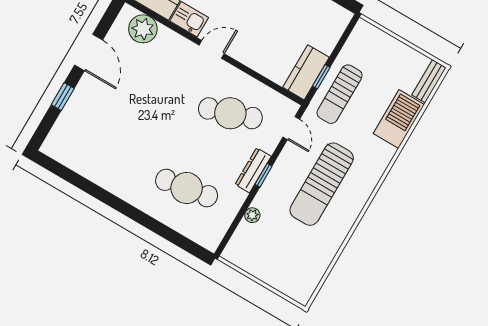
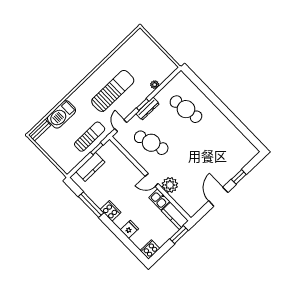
plant: (143, 29) -> (170, 185), moved
kitchen counter: (306, 72) -> (90, 167), moved

